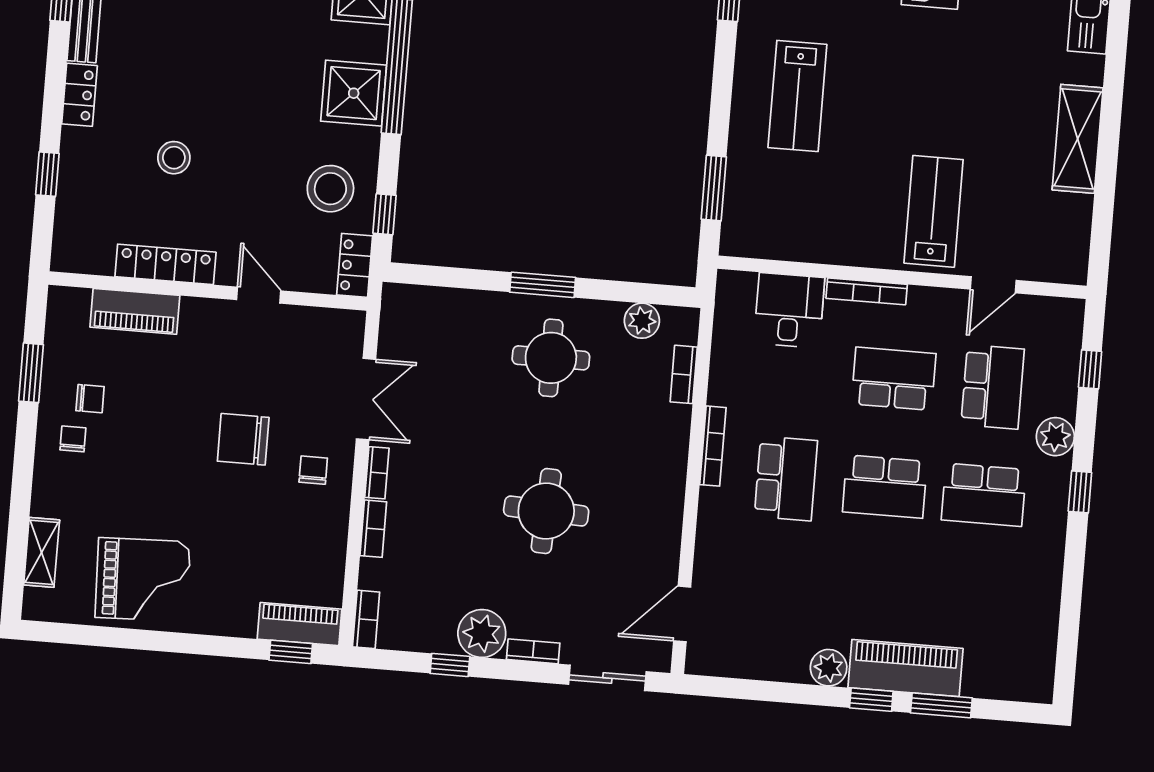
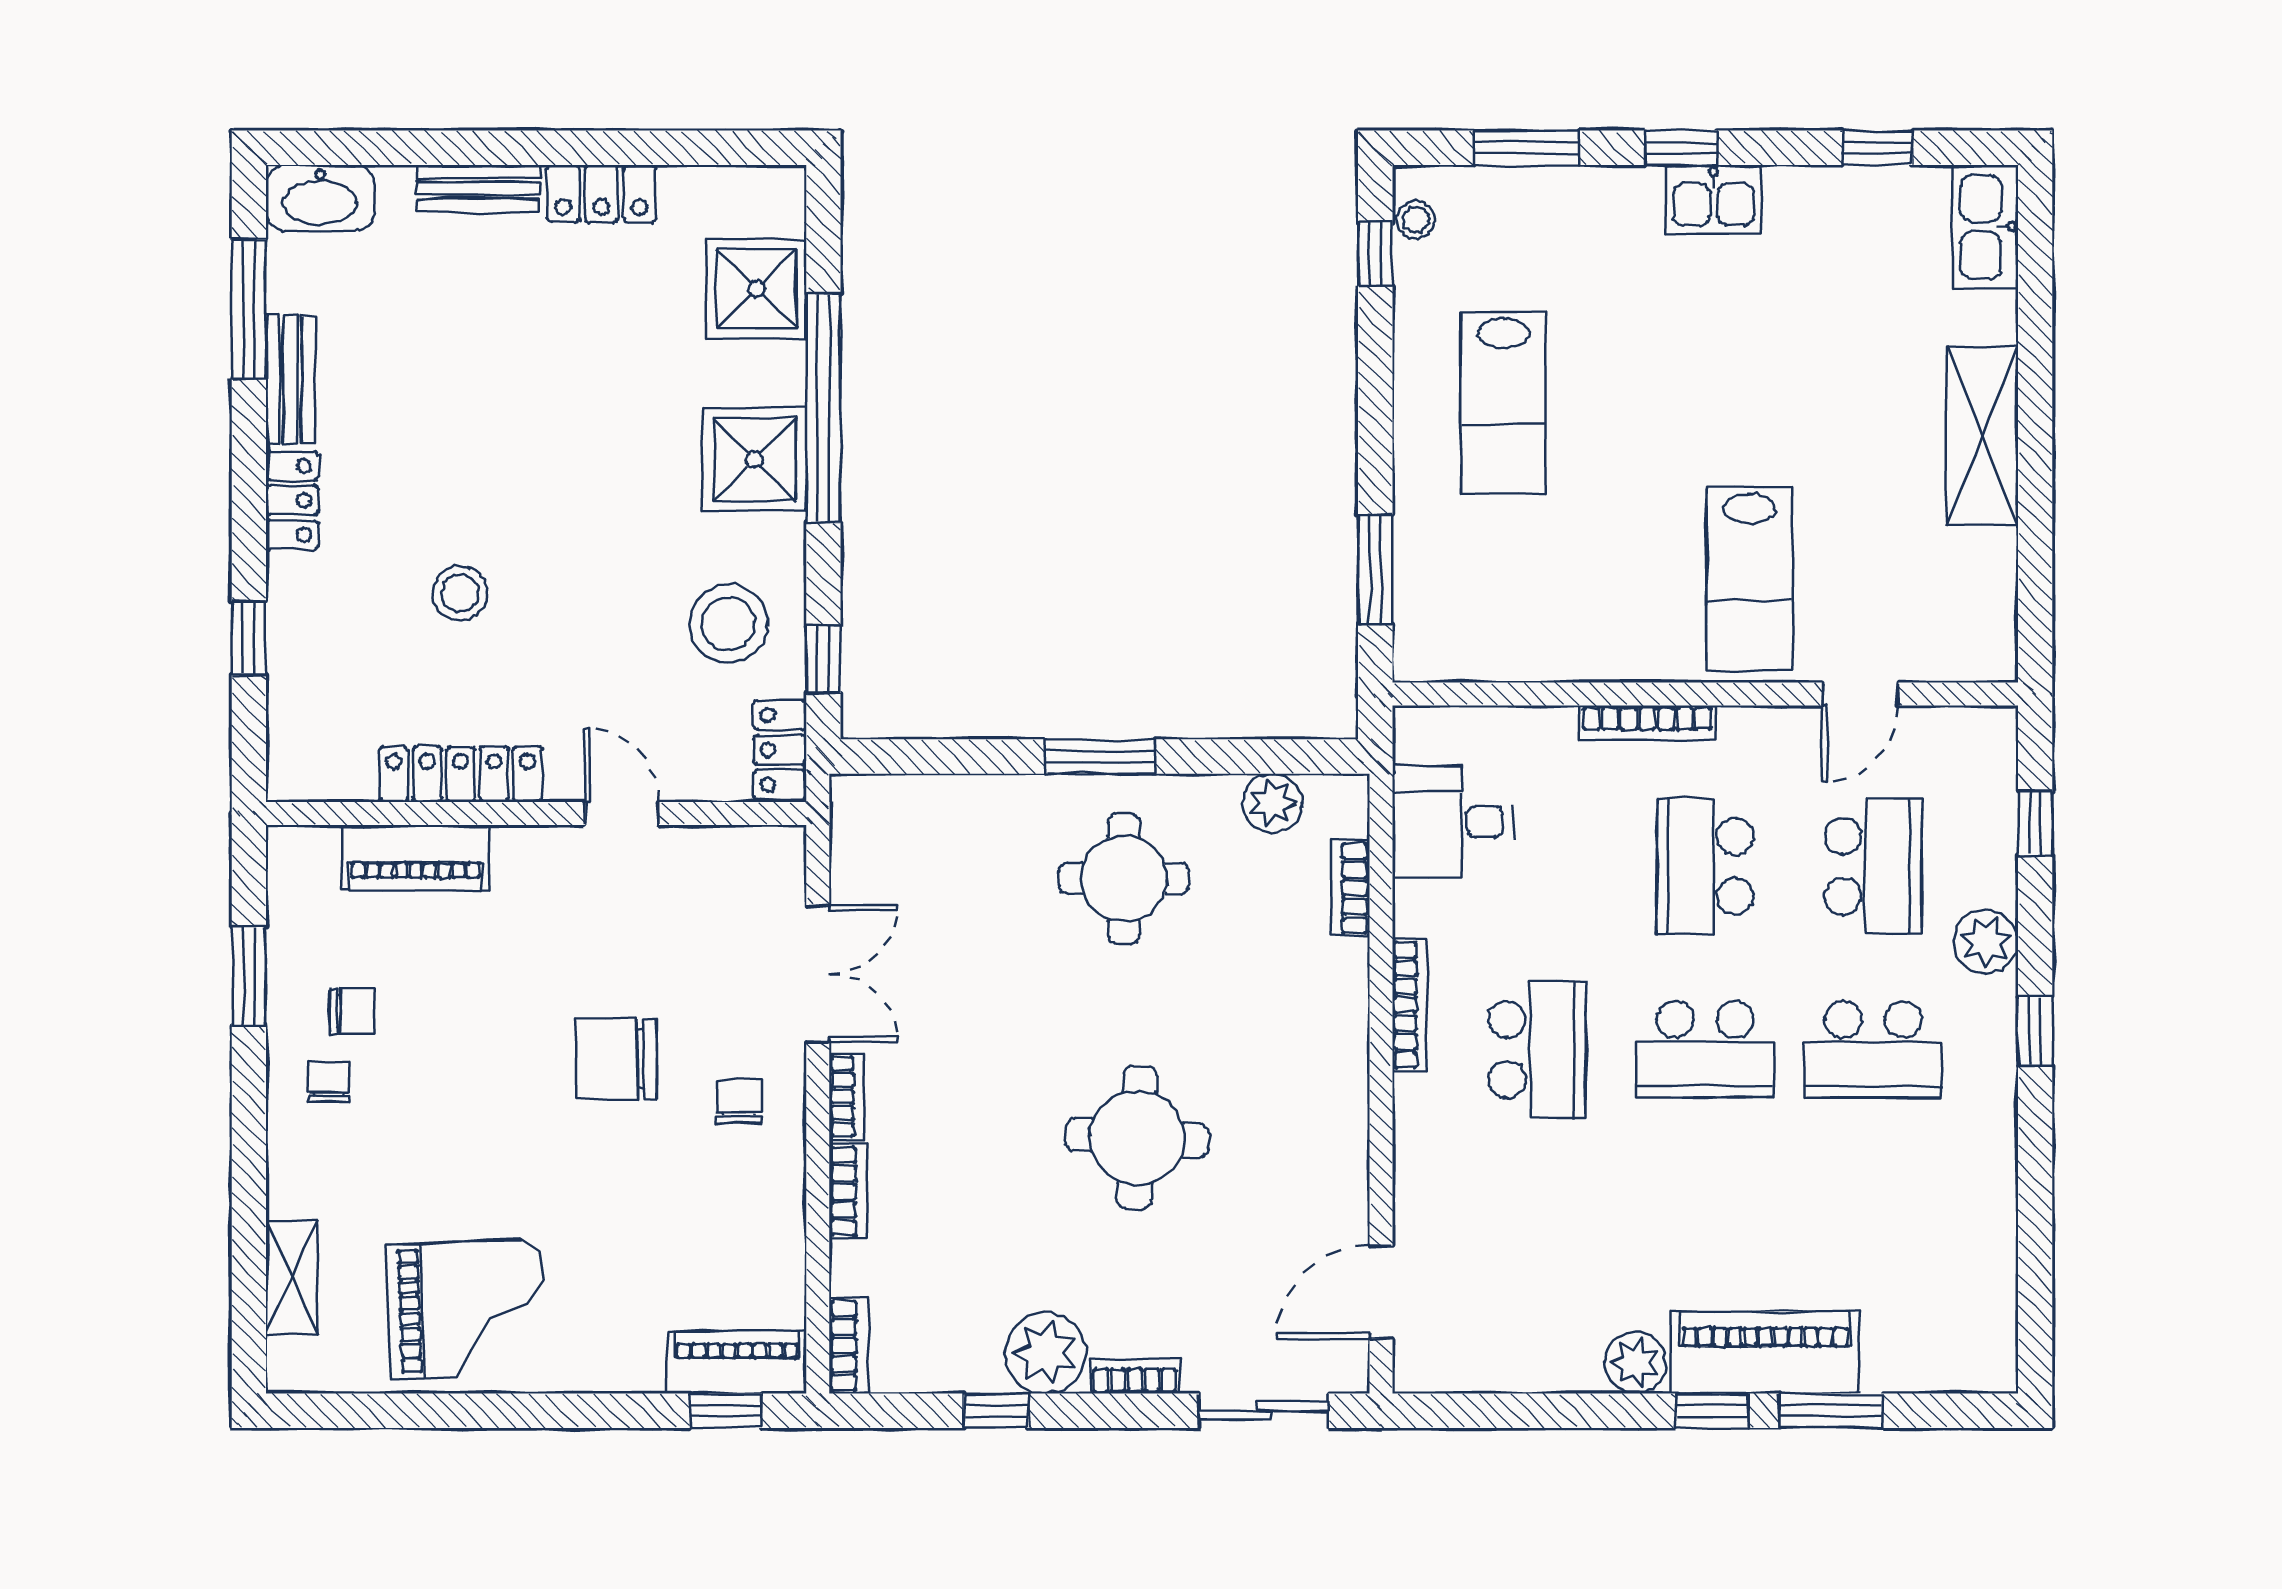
lab bench: (934, 211) -> (1749, 578), turned 180
desk: (789, 310) -> (1452, 822), moved, turned -90
school desk: (894, 379) -> (1705, 866), turned -90

